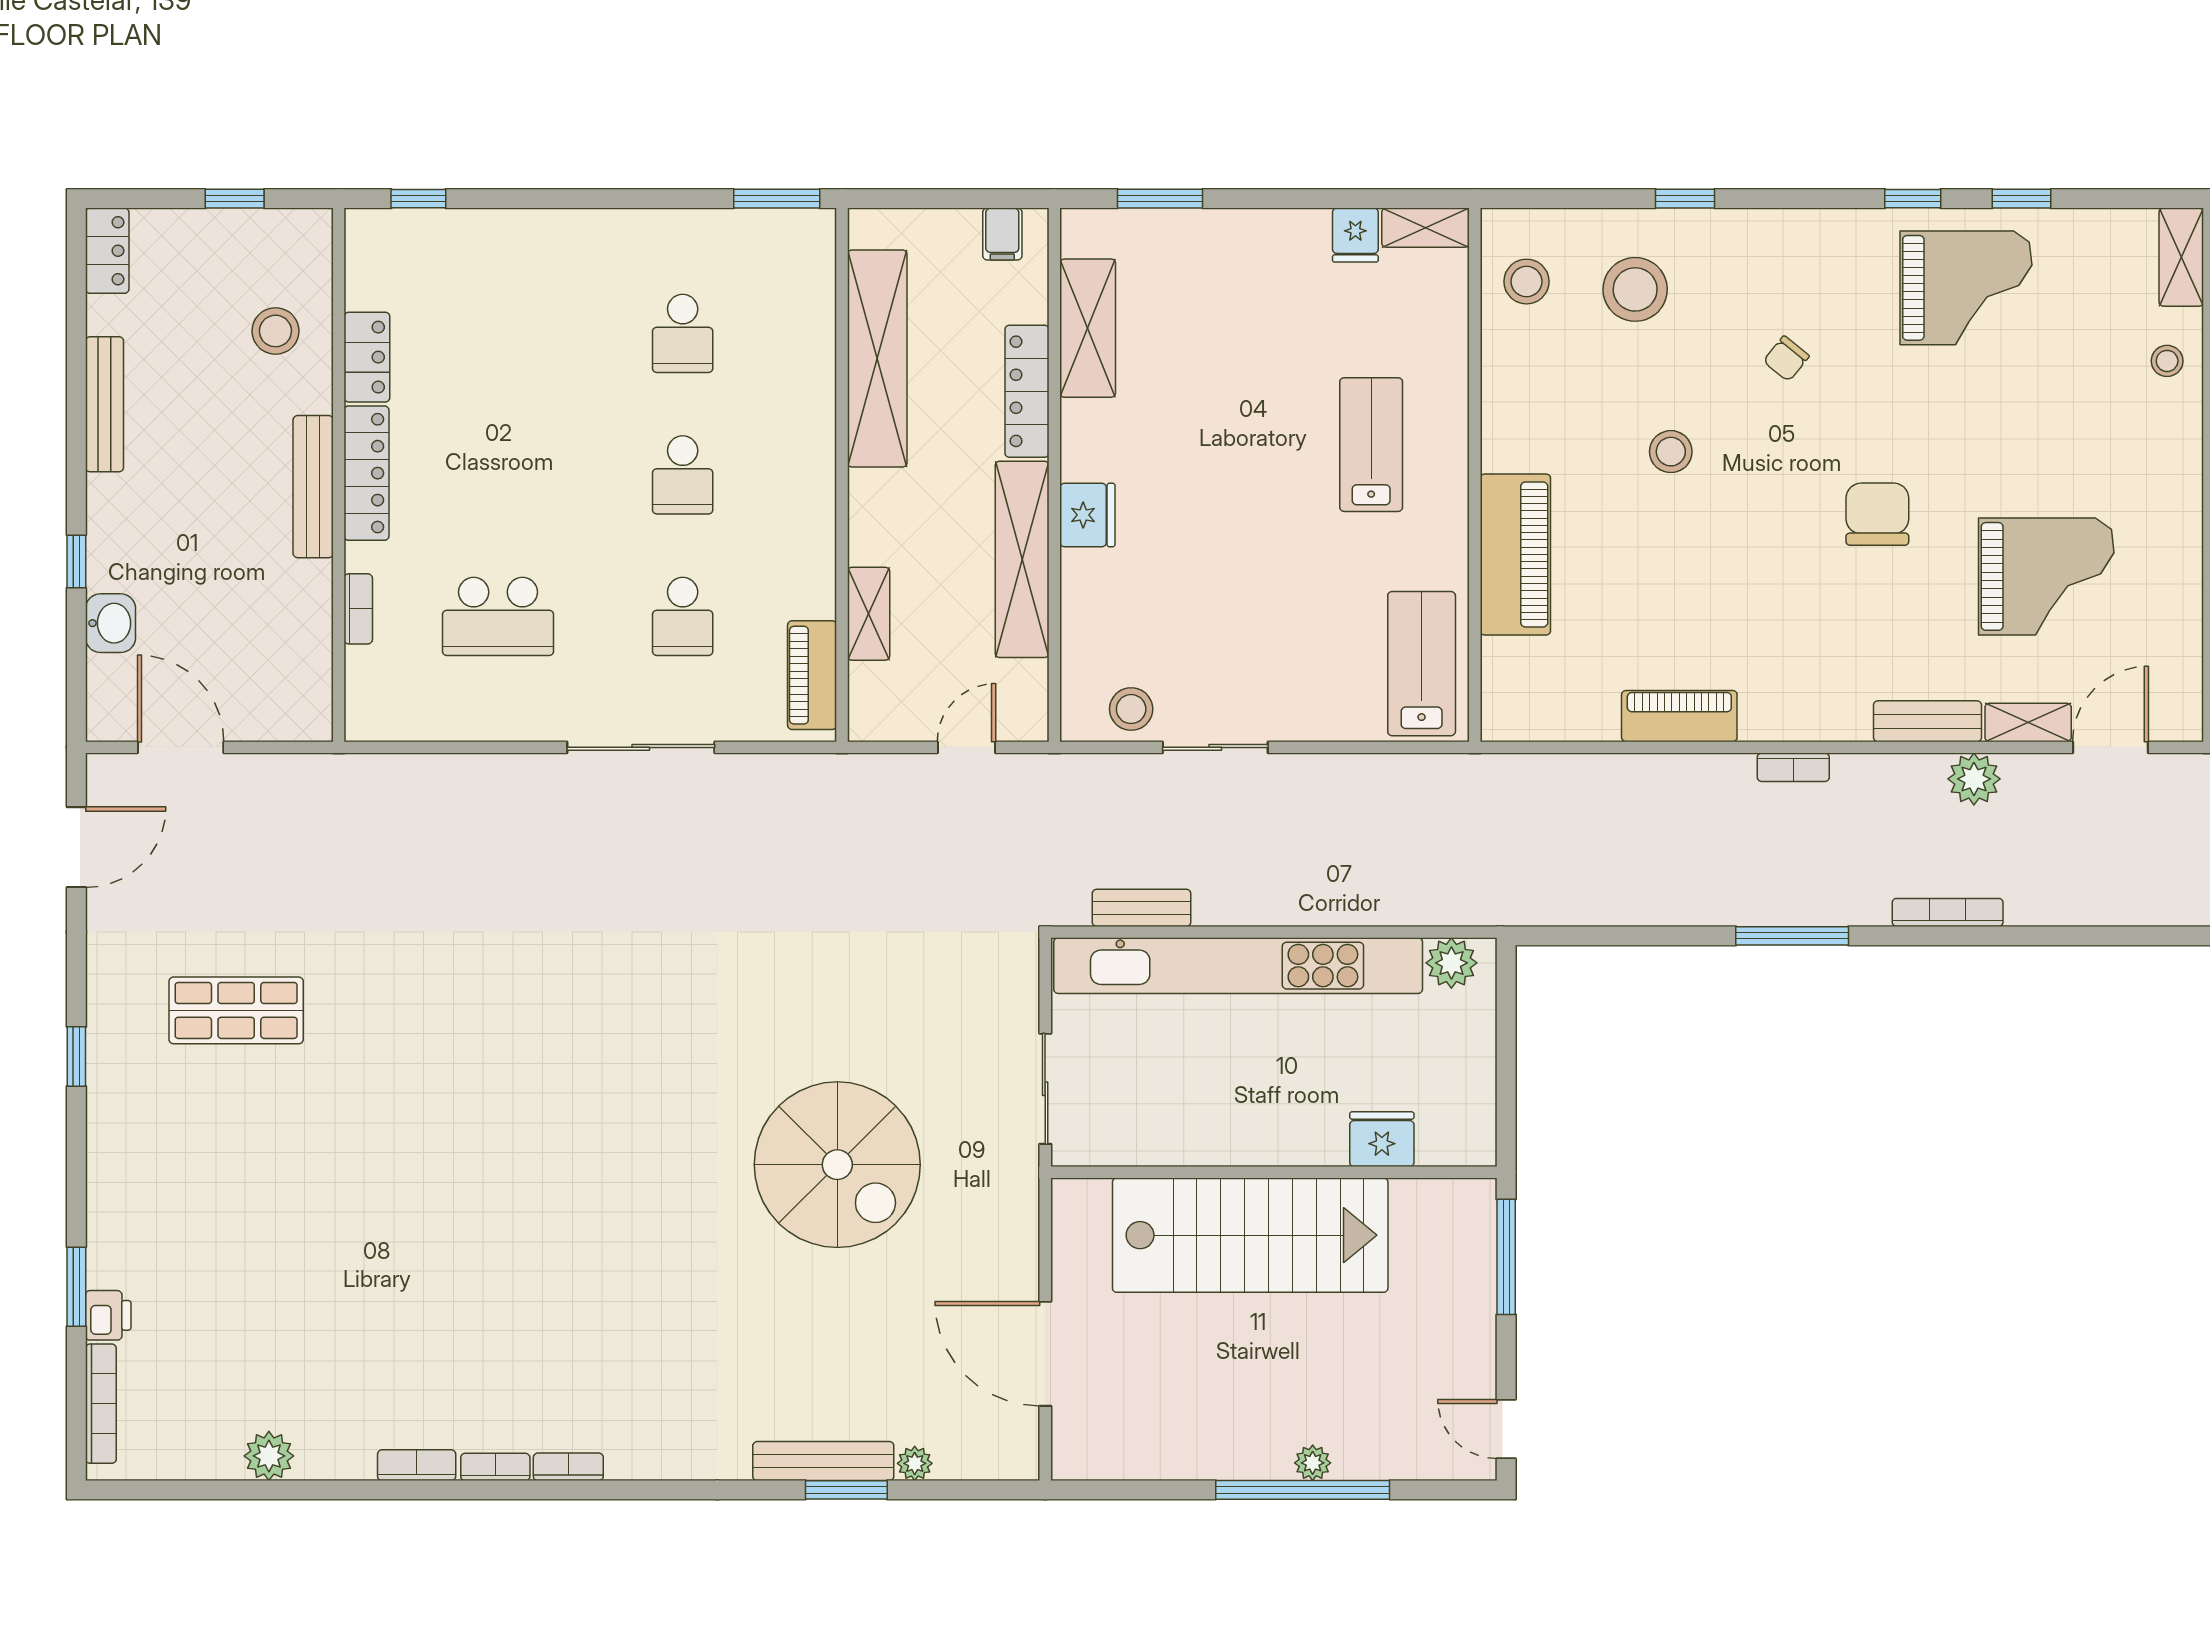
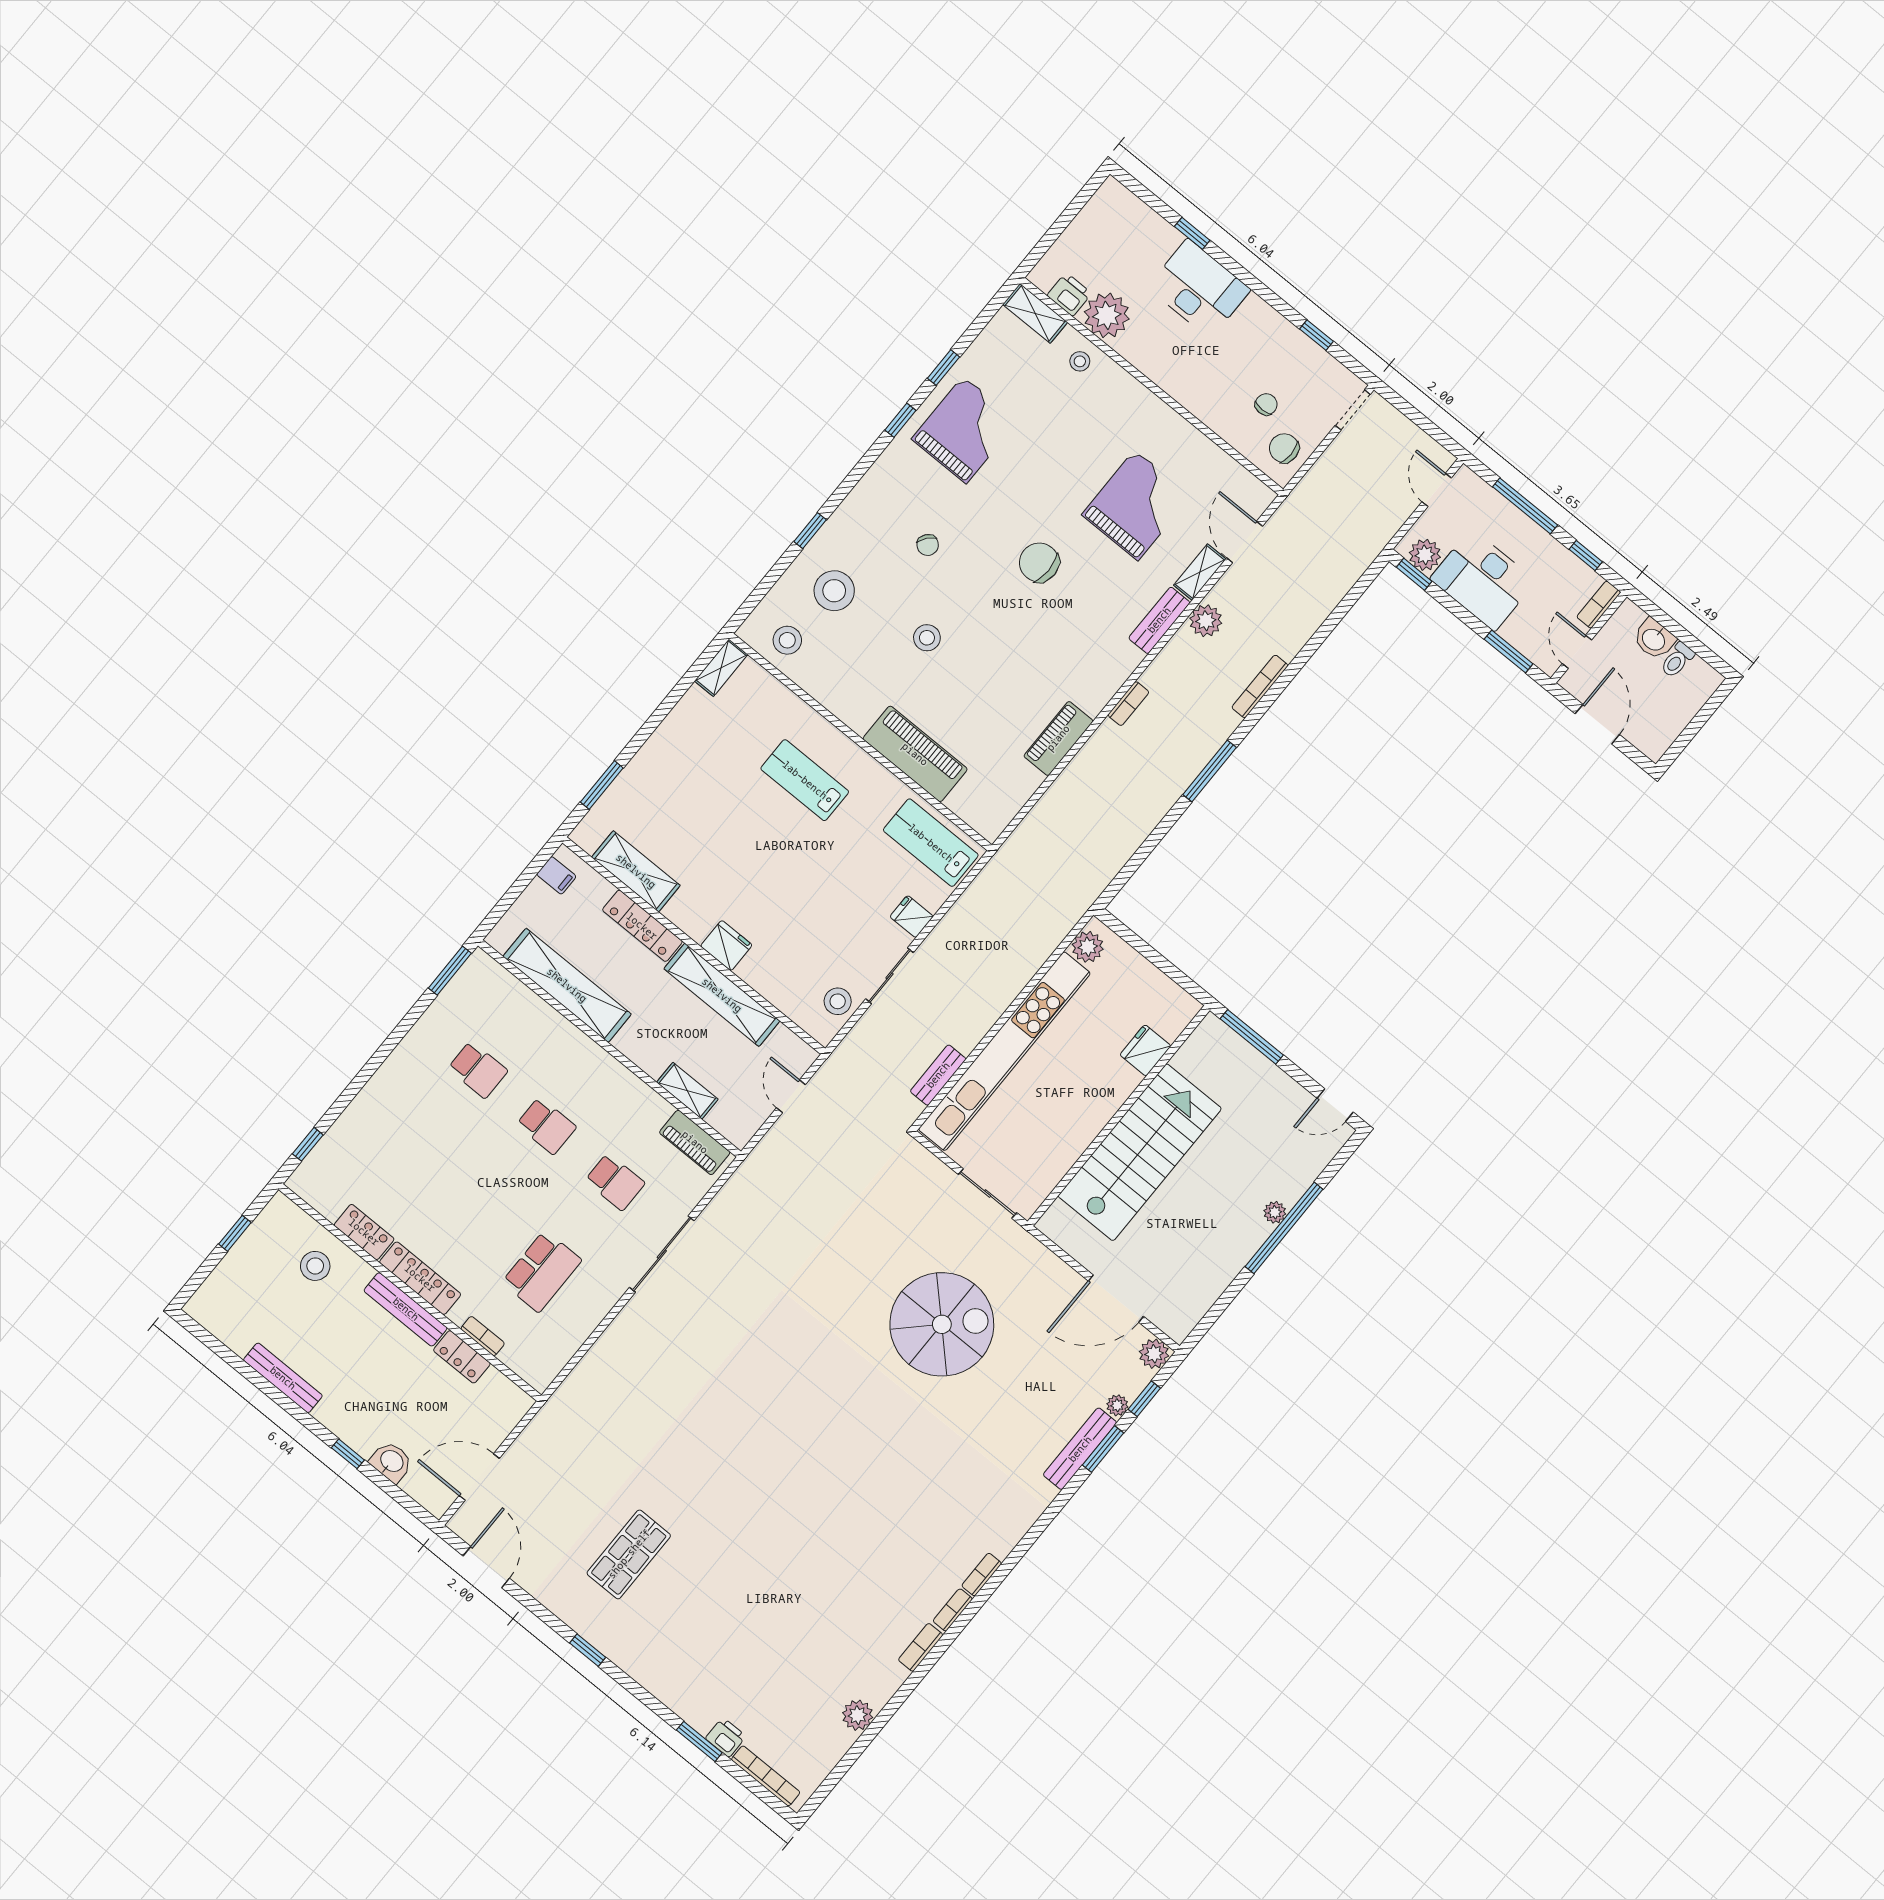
fridge: (1355, 235) -> (912, 917), moved, turned 180
locker: (107, 251) -> (462, 1357), moved, turned 180
plant: (1016, 1457) -> (1154, 1354), added
window: (950, 1490) -> (1144, 1399), added

